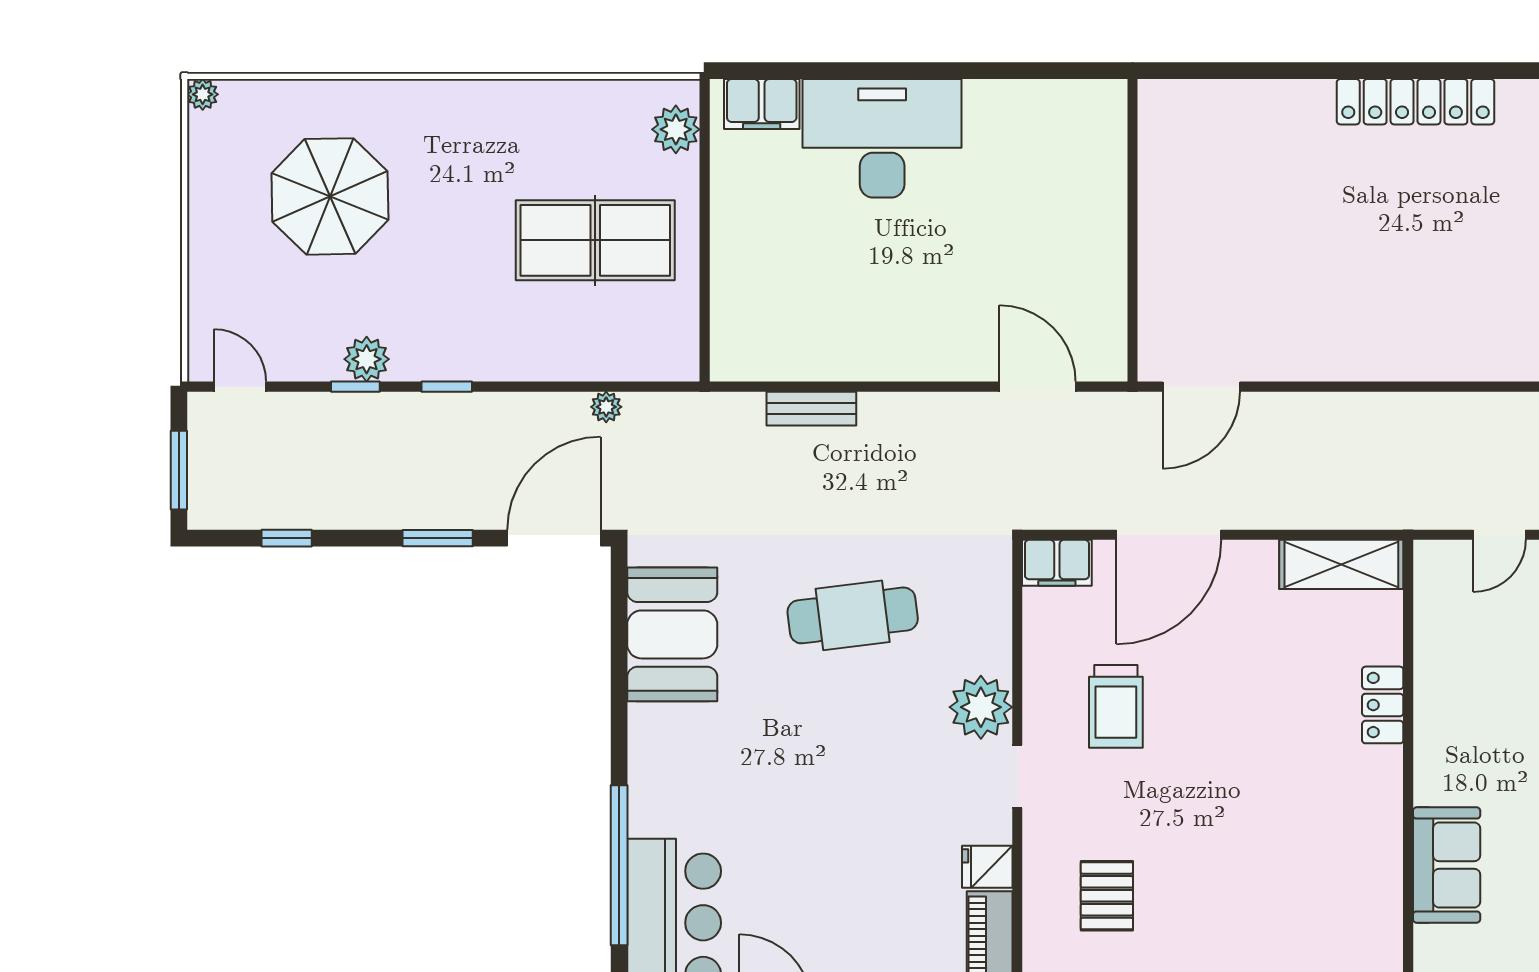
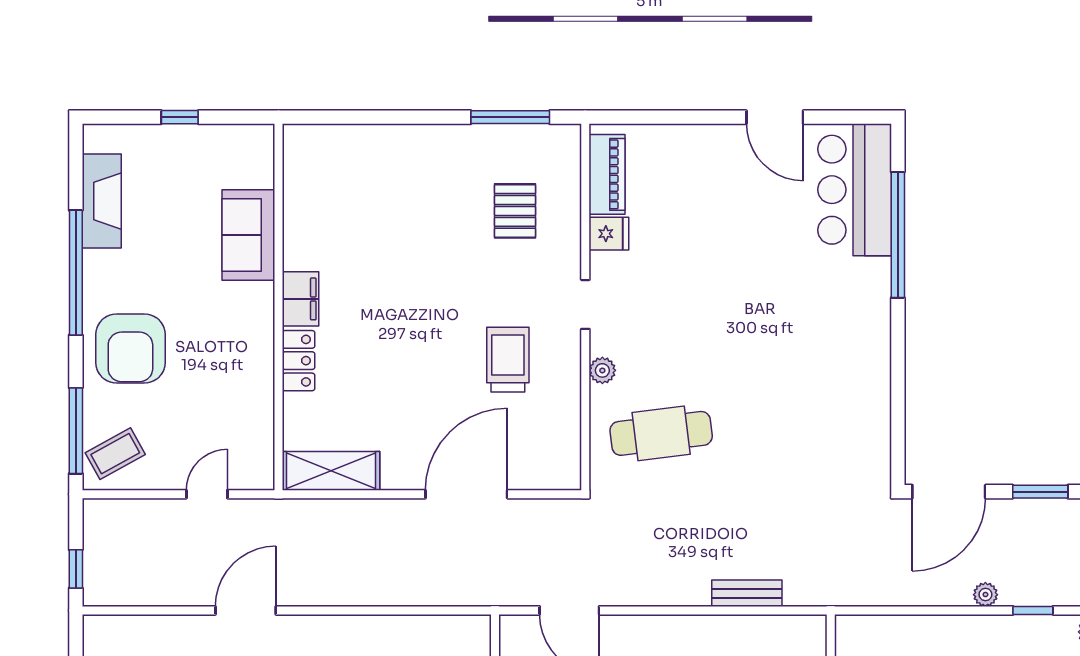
door: (1201, 387) -> (246, 610), moved
plant: (606, 407) -> (985, 595), moved
filing cabinet: (1057, 563) -> (301, 299), moved, turned 90
cafe table: (853, 615) -> (661, 433), moved
booth: (672, 634) -> (856, 416), removed
plant: (981, 707) -> (602, 370), width x0.53, depth x0.53

